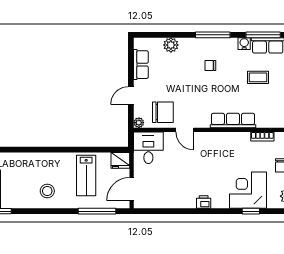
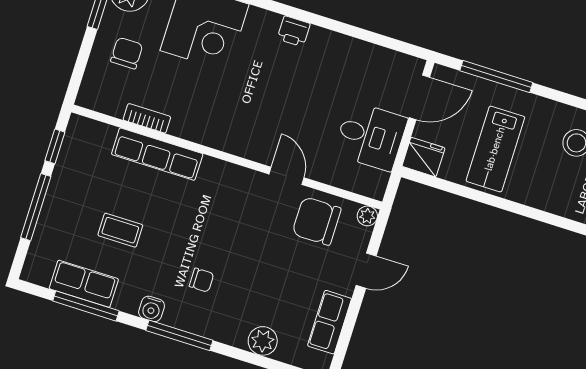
water cooler: (244, 44) -> (152, 309), moved
row of seats: (233, 121) -> (157, 154), moved
desk: (148, 148) -> (371, 136), moved, turned -90
lab bench: (86, 175) -> (495, 149), turned 180

